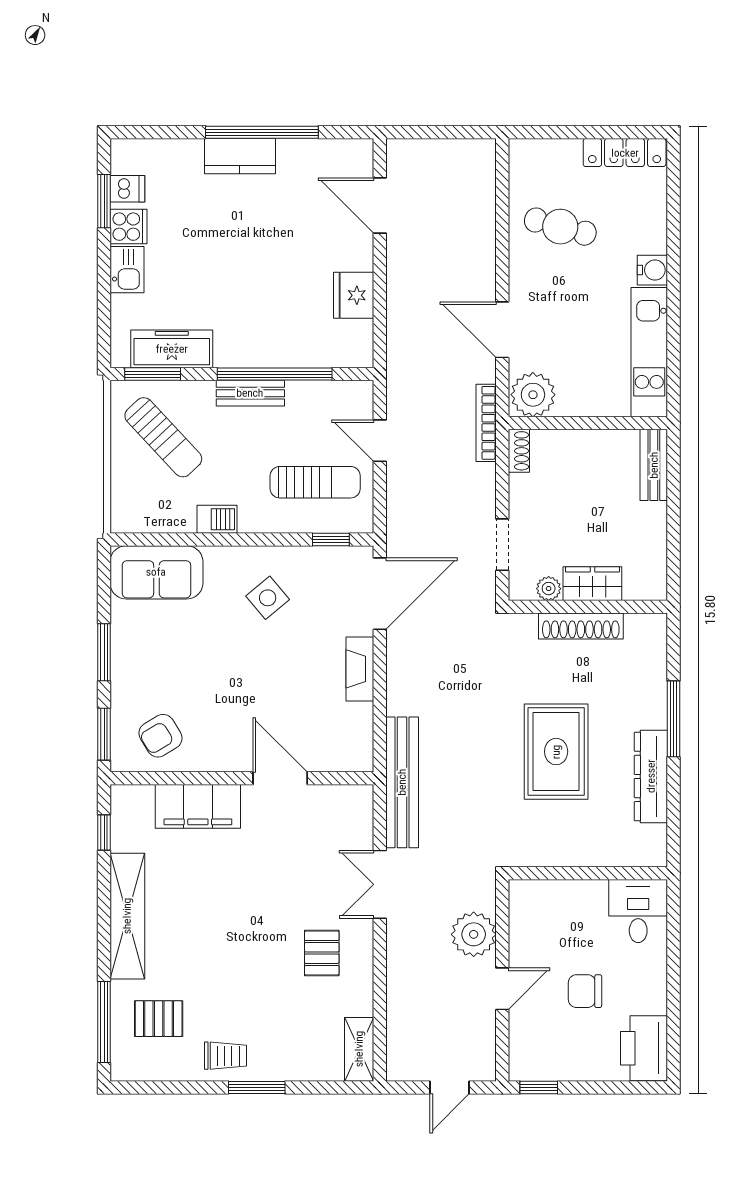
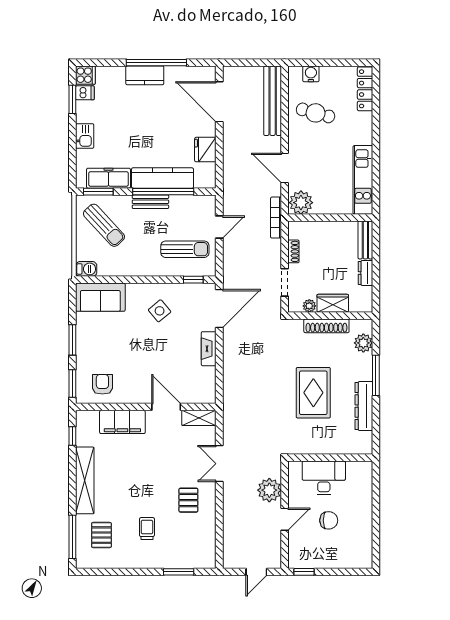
locker: (625, 153) -> (365, 89), moved, turned 90
door: (380, 206) -> (219, 102), width x1.36
cooker: (128, 227) -> (85, 75), moved
water cooler: (652, 270) -> (311, 74), moved, turned -90
kitchen counter: (273, 349) -> (162, 178), added
door: (380, 441) -> (219, 227), swing flipped
shoe rack: (519, 451) -> (293, 251), moved
barbecue: (217, 519) -> (86, 269), moved
dresser: (654, 527) -> (366, 273), added
plant: (650, 658) -> (363, 343), added
armchair: (160, 736) -> (102, 384), turned 121
bench: (402, 782) -> (273, 101), moved
desk: (638, 911) -> (324, 478), moved, width x1.37
chair: (585, 991) -> (329, 520), turned 180
pallet: (159, 1019) -> (101, 535), turned 90
printer: (644, 1048) -> (360, 551), removed
shelving: (359, 1049) -> (199, 418), moved, turned 90
trolley: (225, 1056) -> (147, 529), moved, turned -90
window: (257, 1088) -> (179, 572), moved

